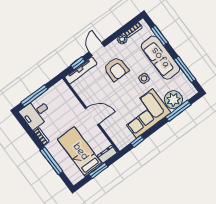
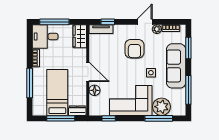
door: (97, 49) -> (145, 22), moved
tv unit: (81, 70) -> (101, 29), width x0.71
wardrobe: (64, 92) -> (80, 36), added
floor lamp: (109, 127) -> (95, 90), added
window: (98, 171) -> (61, 118), width x1.44

